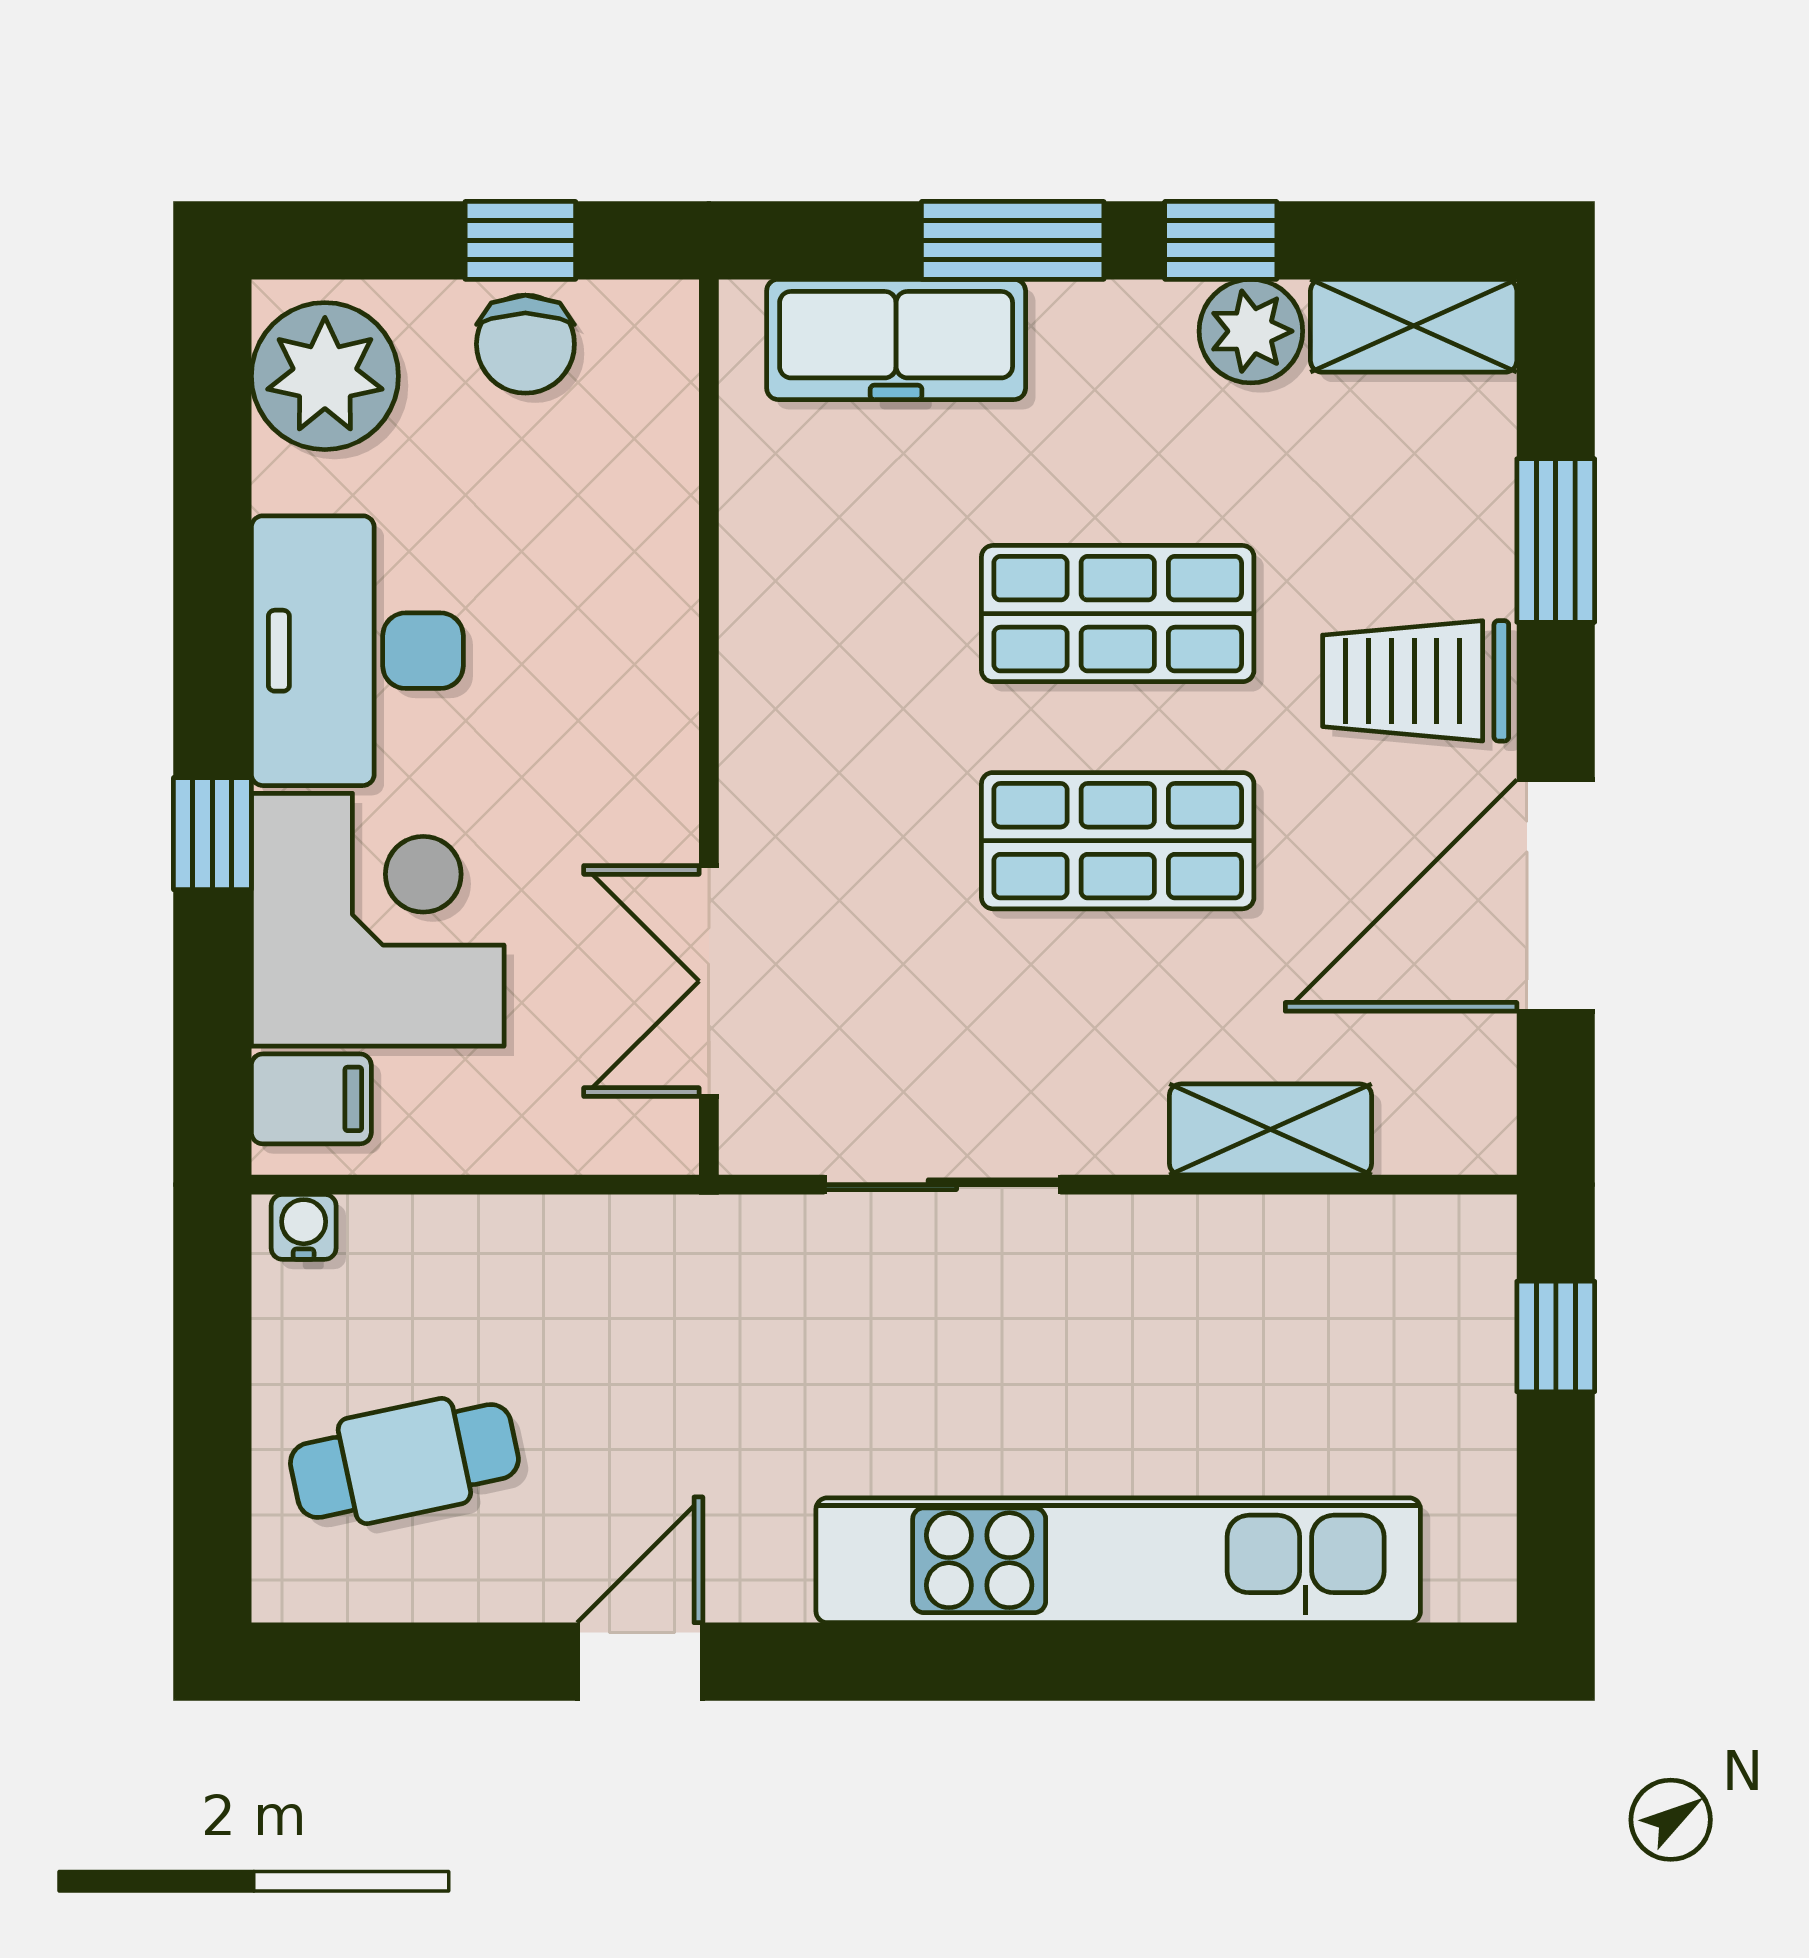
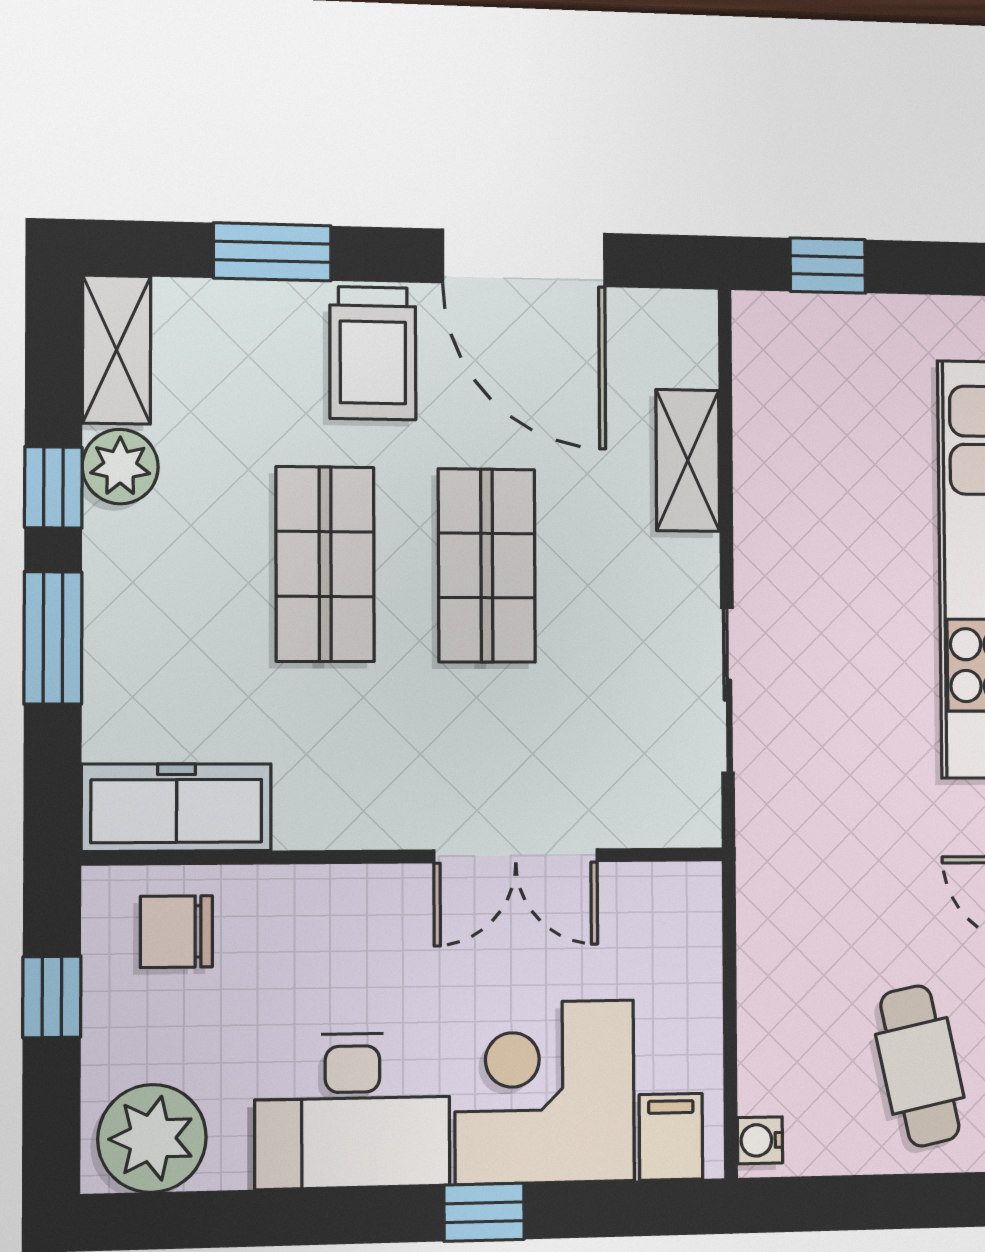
freezer: (896, 339) -> (177, 808), moved, turned -90
chair: (525, 344) -> (176, 932), moved, turned 180
double door: (709, 981) -> (516, 856), moved

